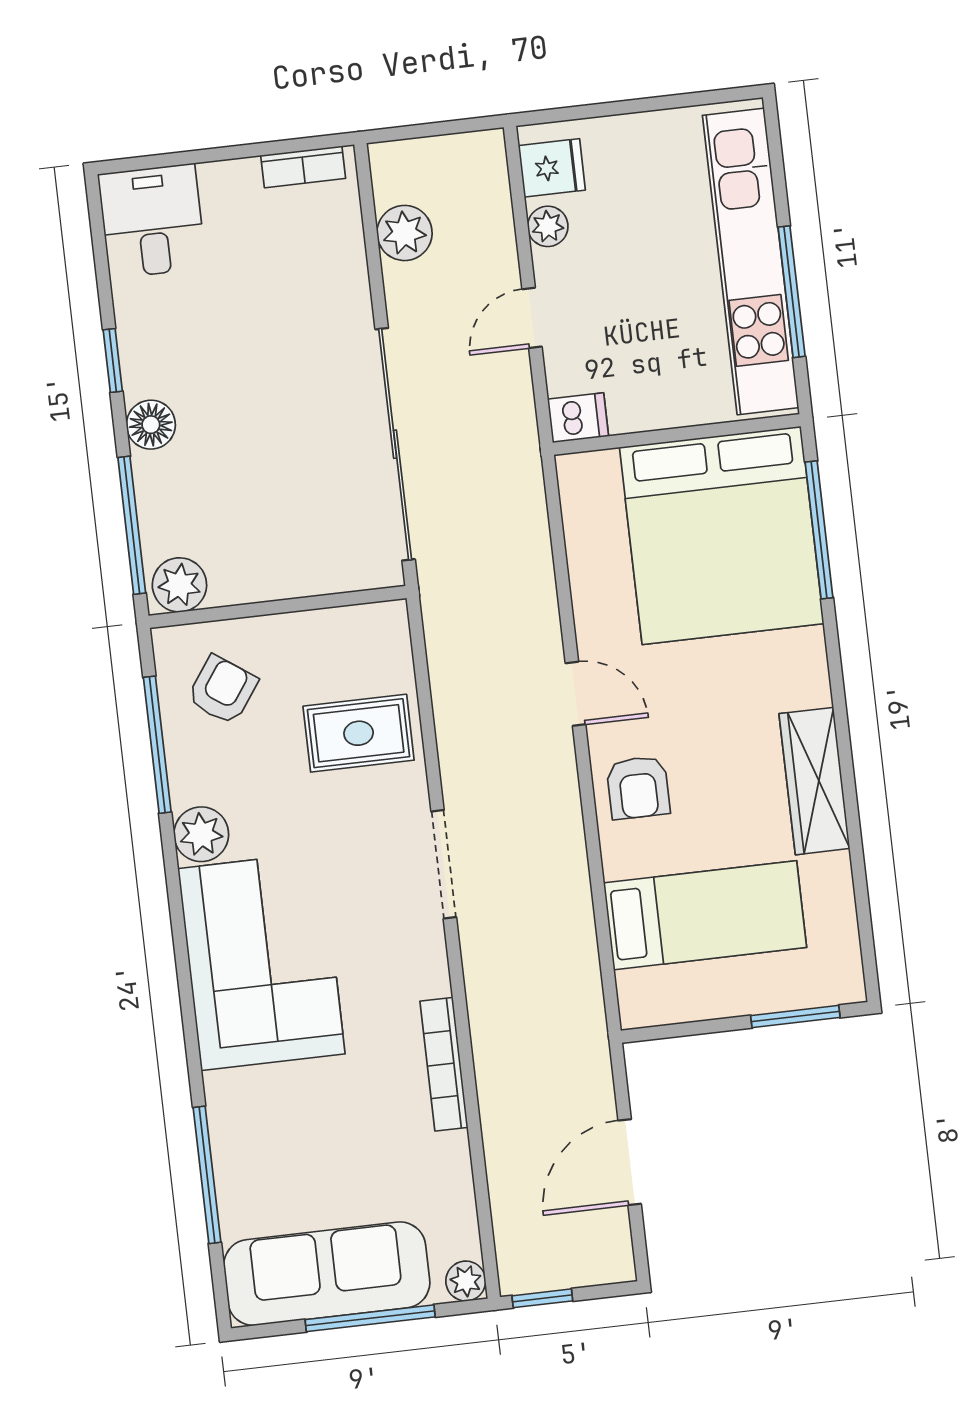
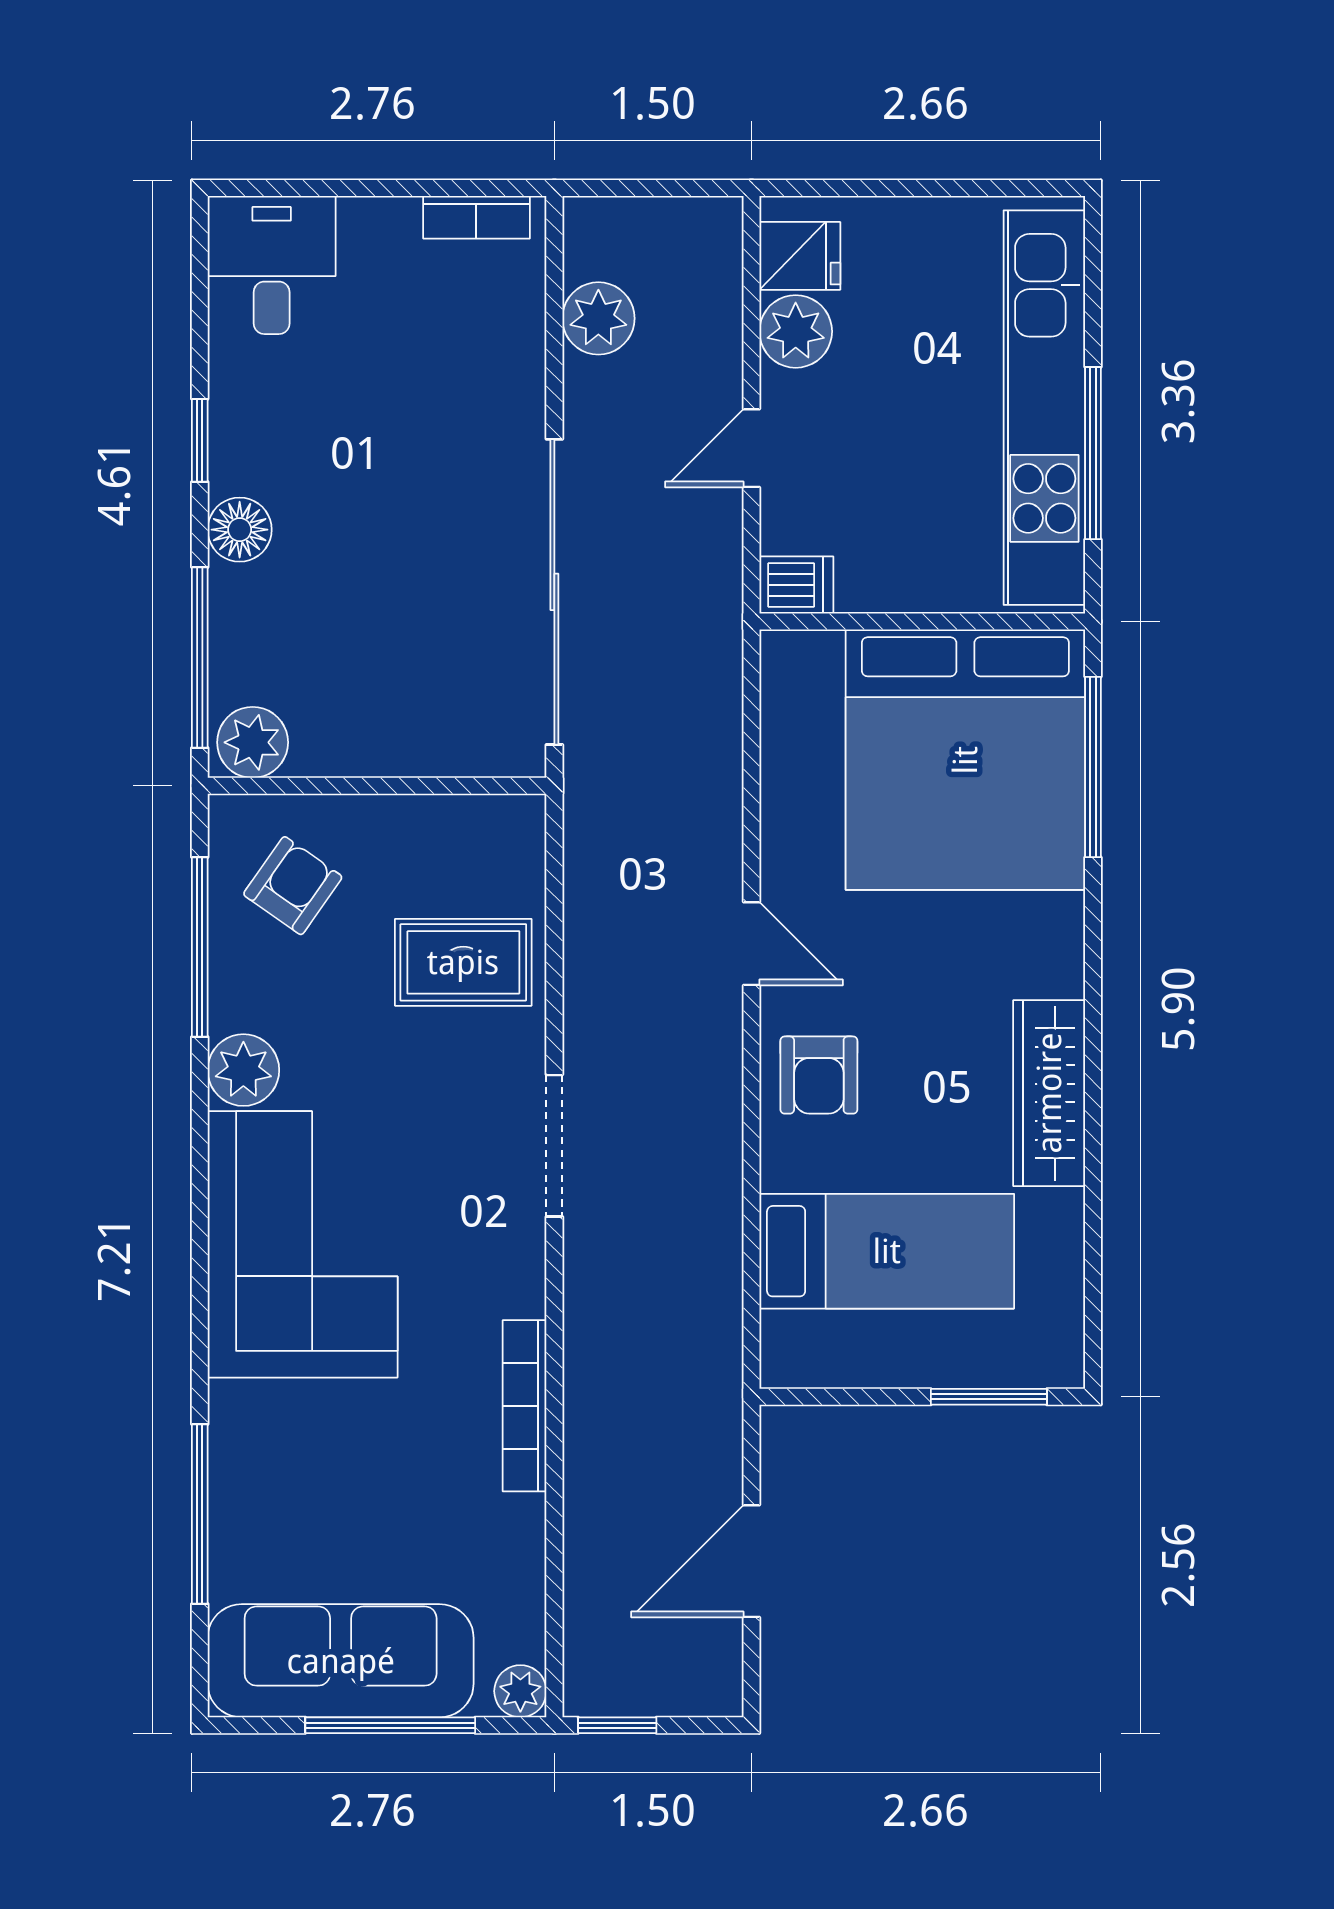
plant: (548, 226) -> (796, 331), width x1.38, depth x1.38

